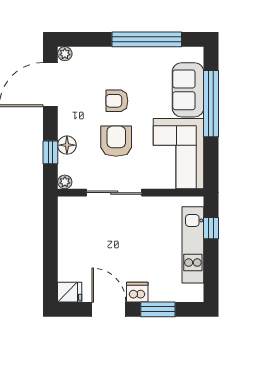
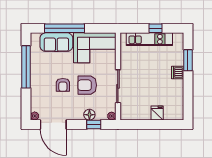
window: (211, 228) -> (155, 28), moved
fridge: (70, 292) -> (157, 113), moved
door: (109, 309) -> (188, 90), removed

